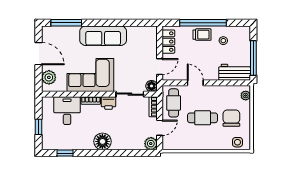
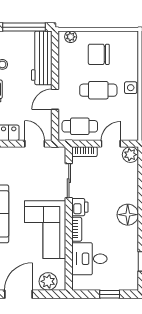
workbench: (235, 72) -> (42, 58), width x1.38
floor lamp: (152, 86) -> (59, 154), removed
cafe table: (203, 118) -> (98, 90), turned 90
door: (160, 128) -> (111, 144), hinge flipped
side table: (237, 142) -> (131, 88), moved

